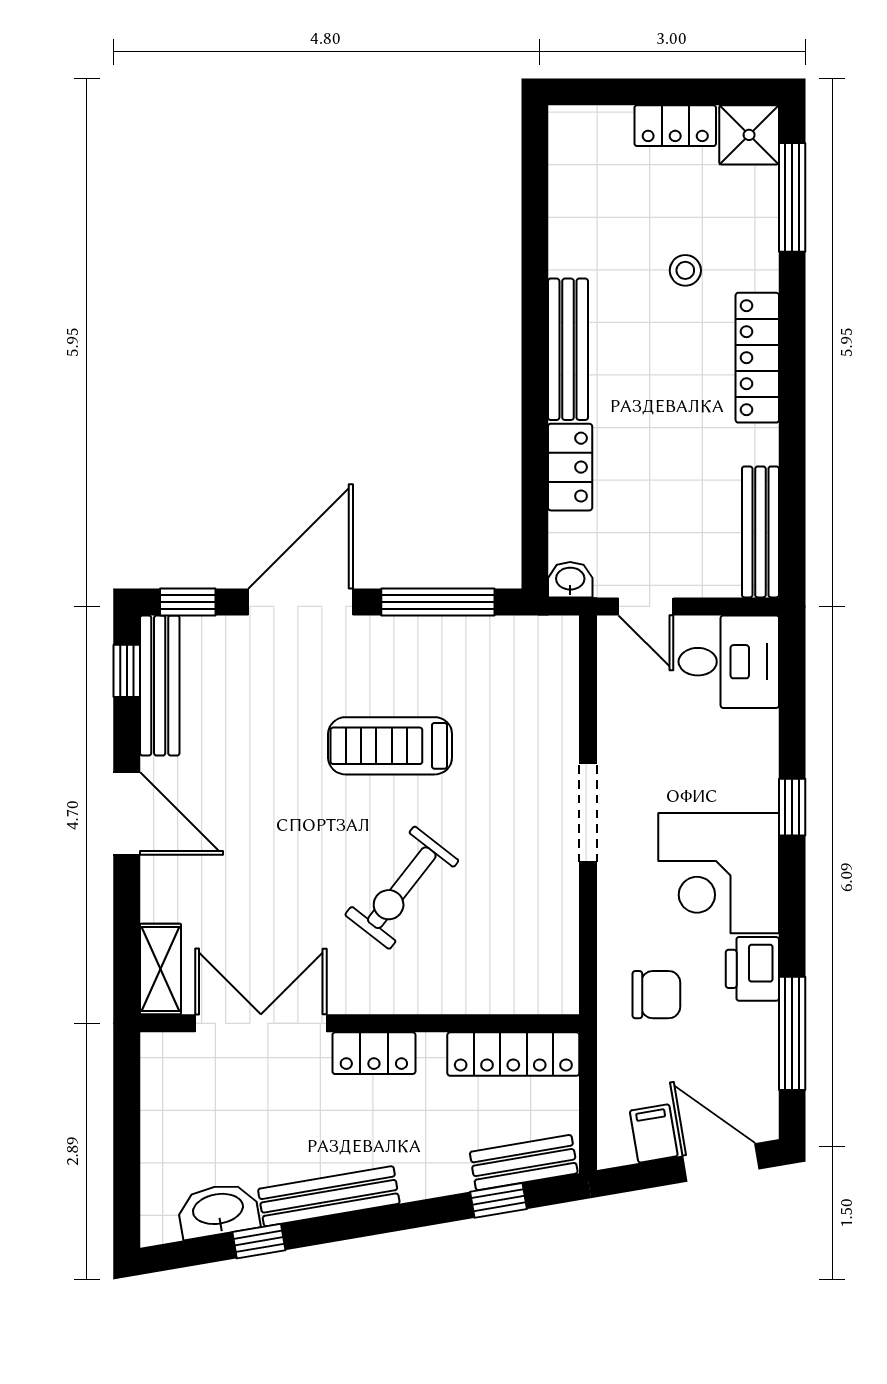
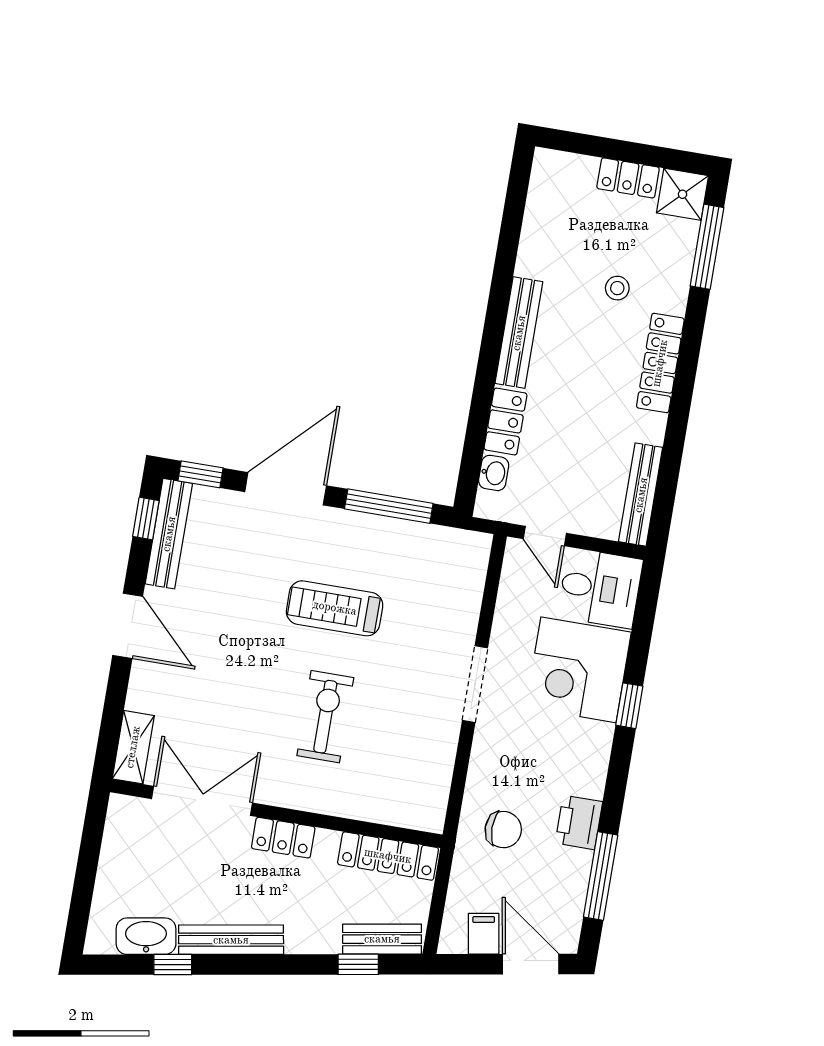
washbasin: (570, 580) -> (494, 473), moved, turned 90
corner desk: (719, 873) -> (578, 670), moved
exercise bike: (402, 888) -> (325, 717), turned 142

